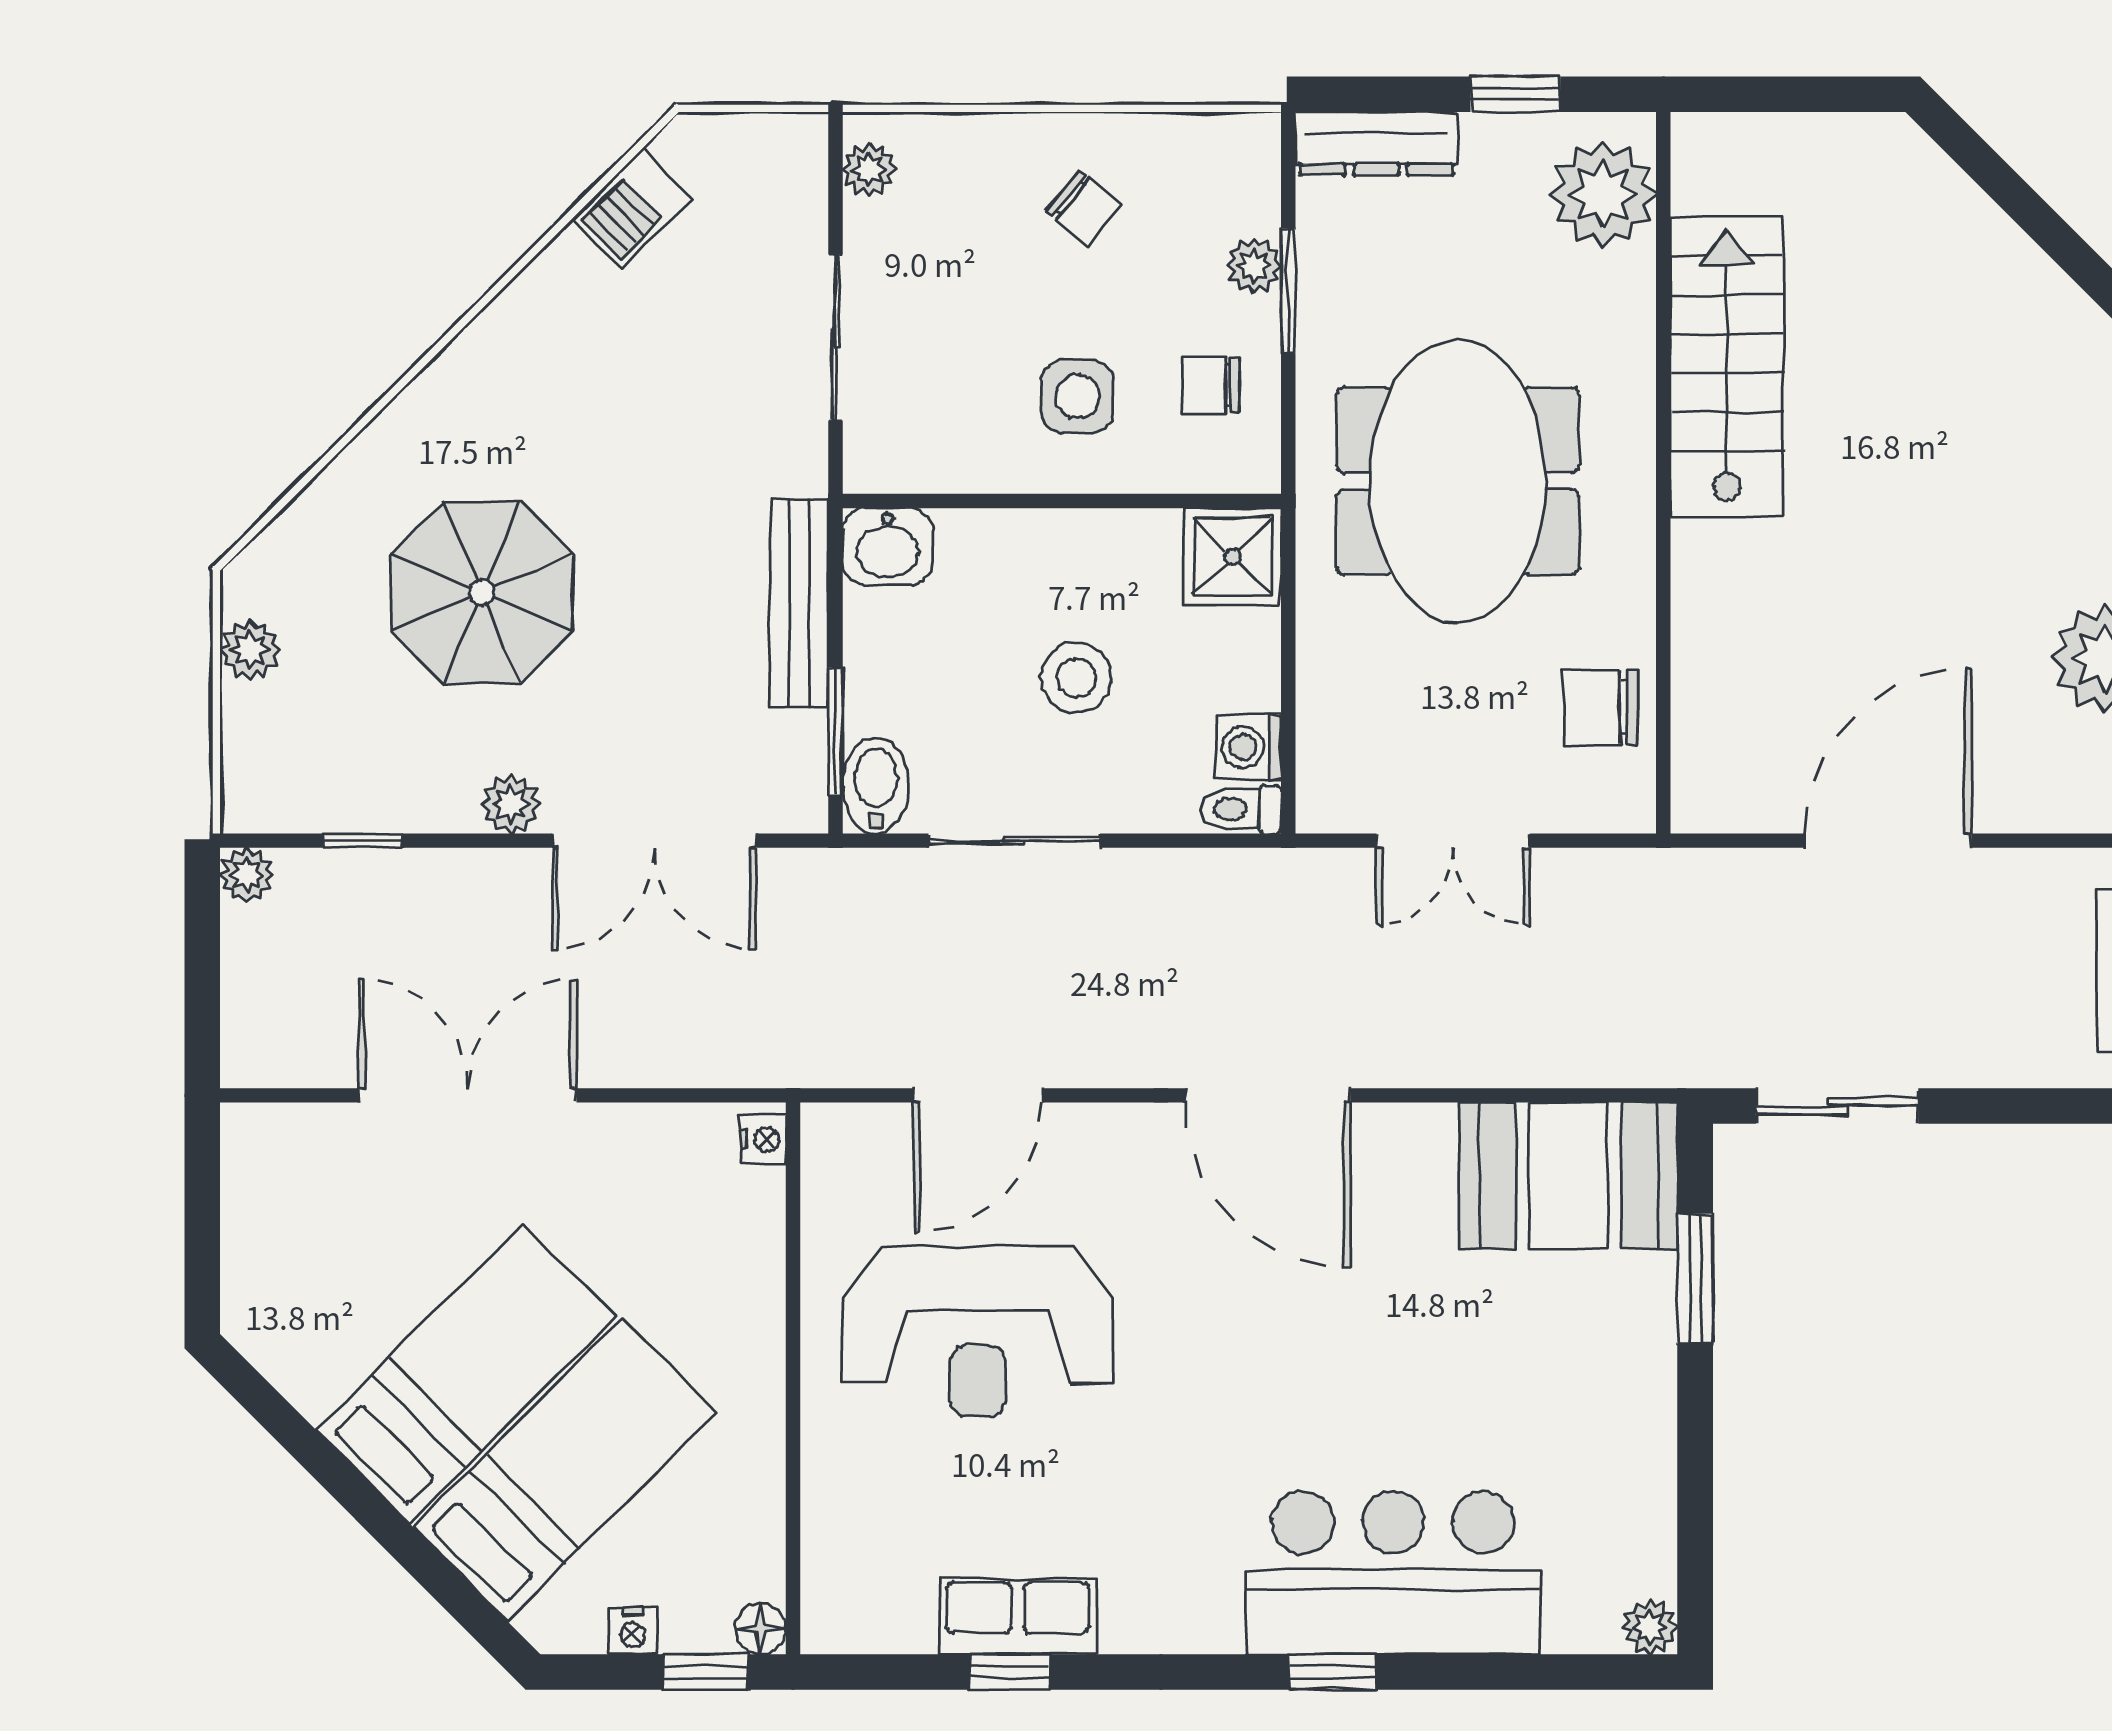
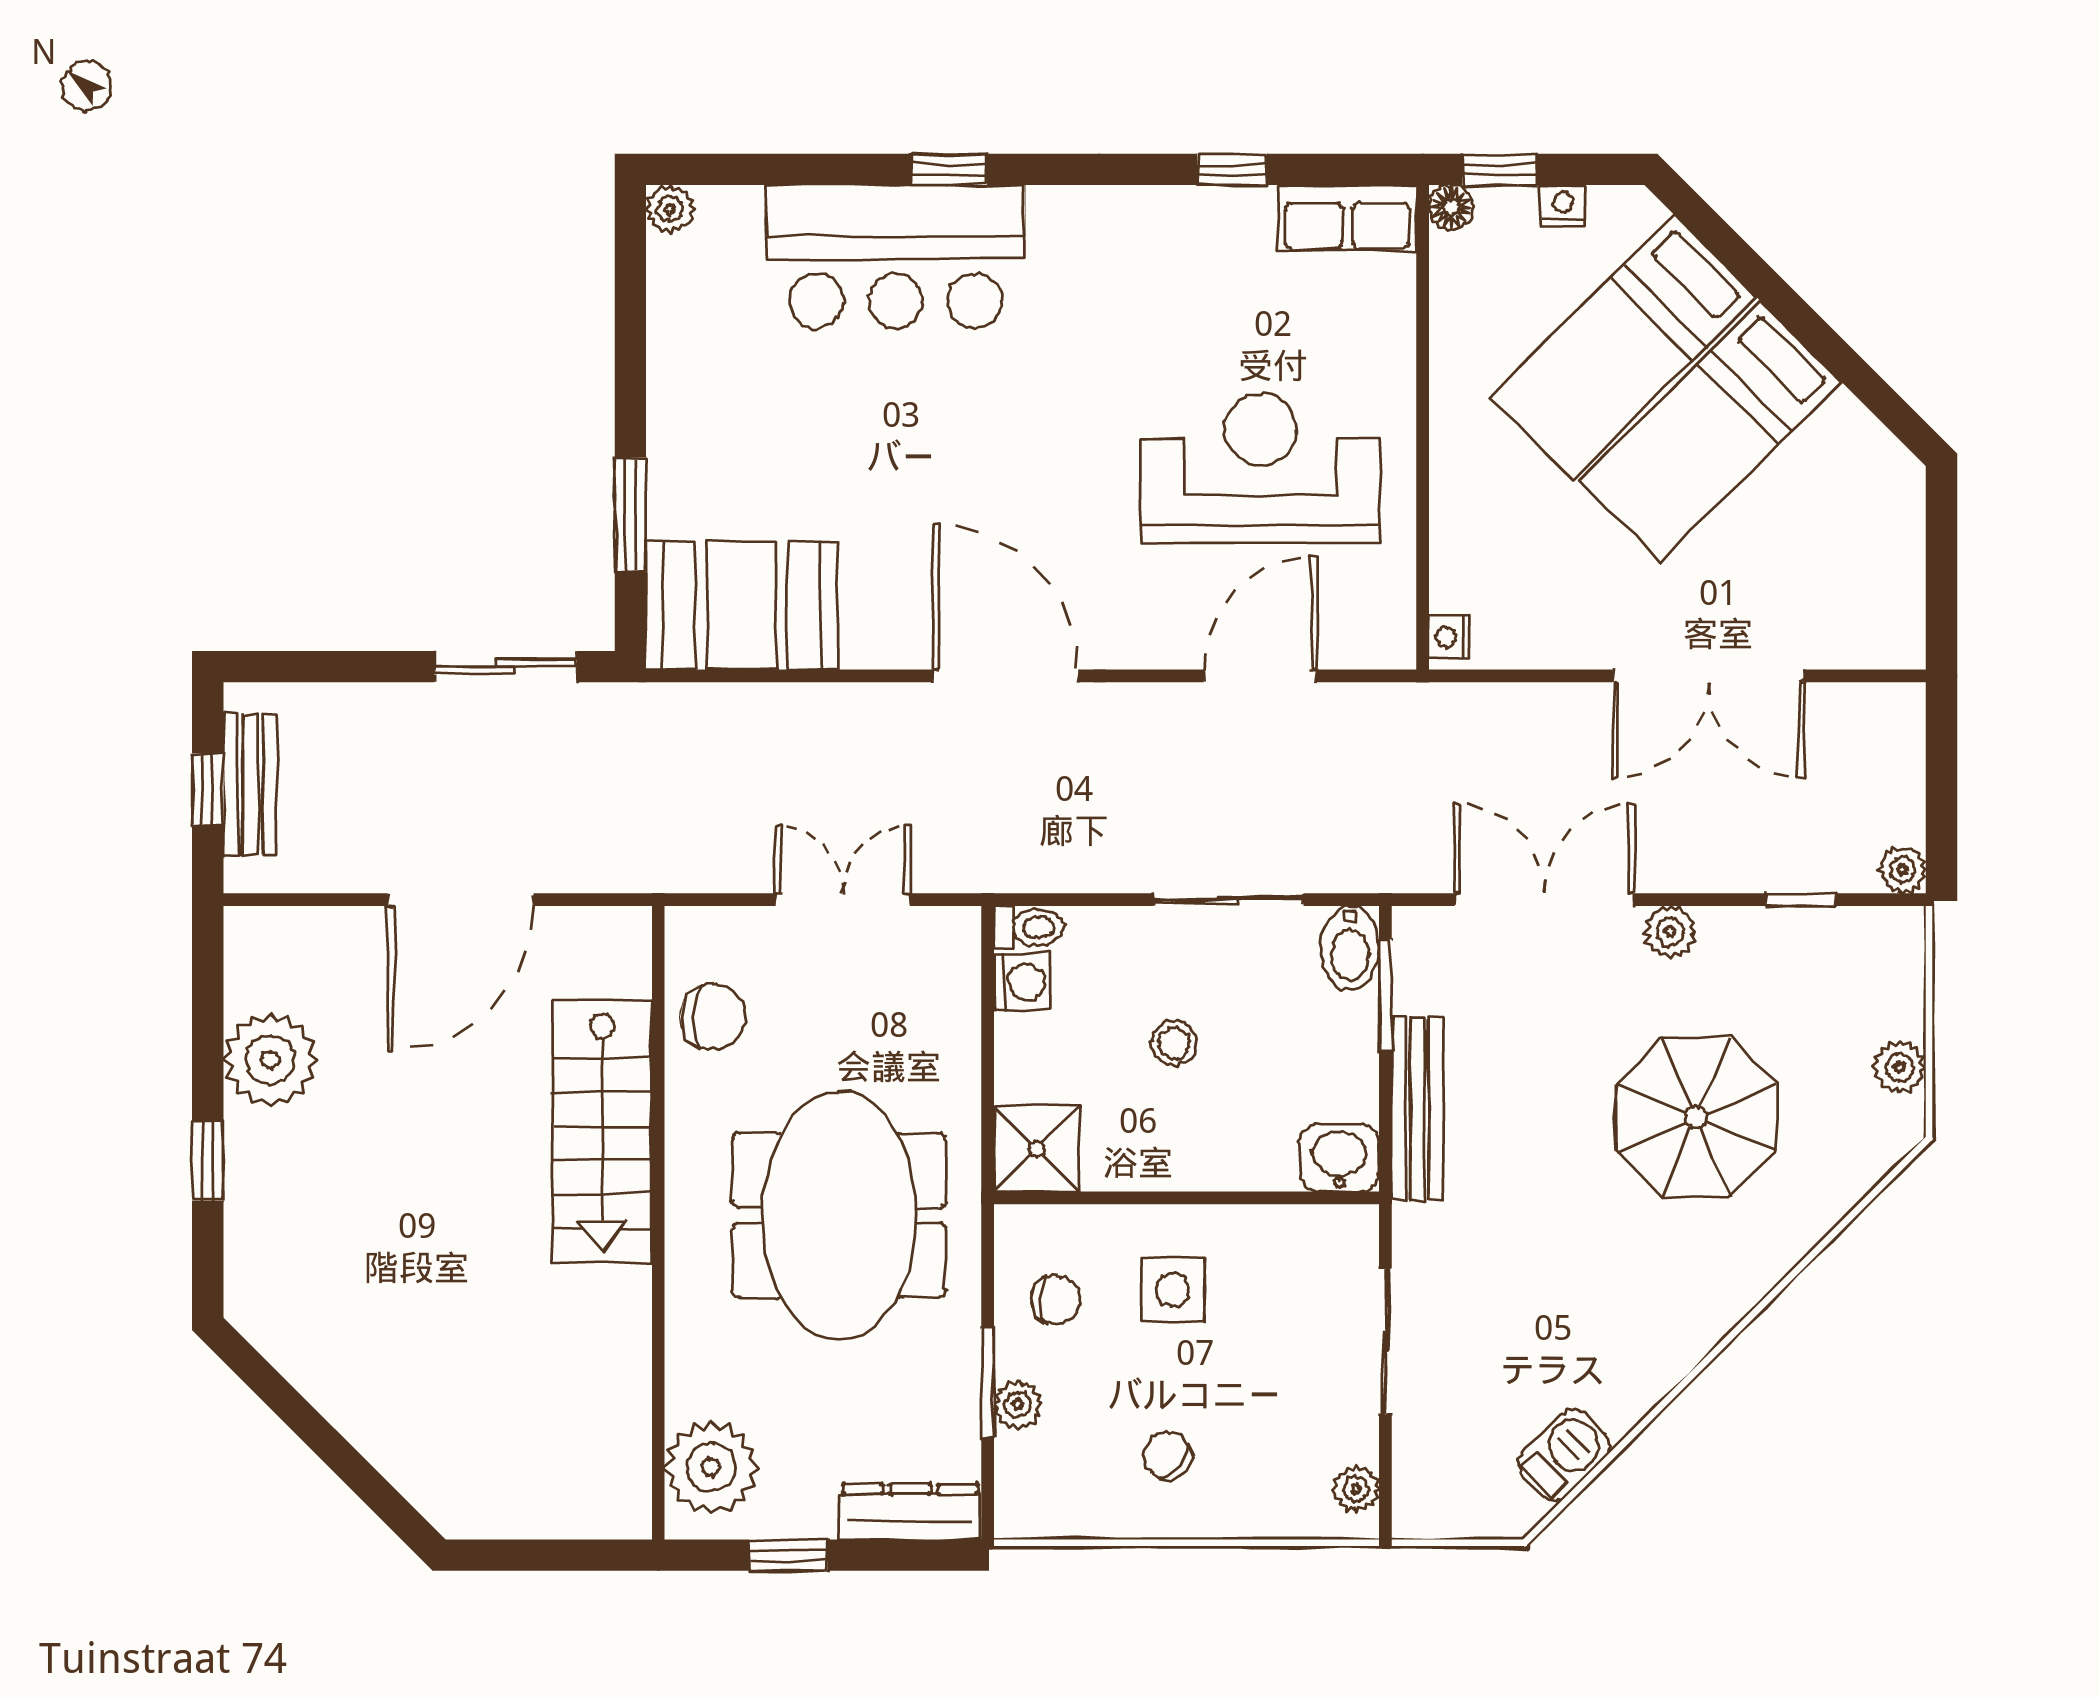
stairs: (1727, 367) -> (602, 1131), moved
stool: (1076, 677) -> (1174, 1043), width x0.73, depth x0.73
row of seats: (1018, 1617) -> (1347, 218), moved

